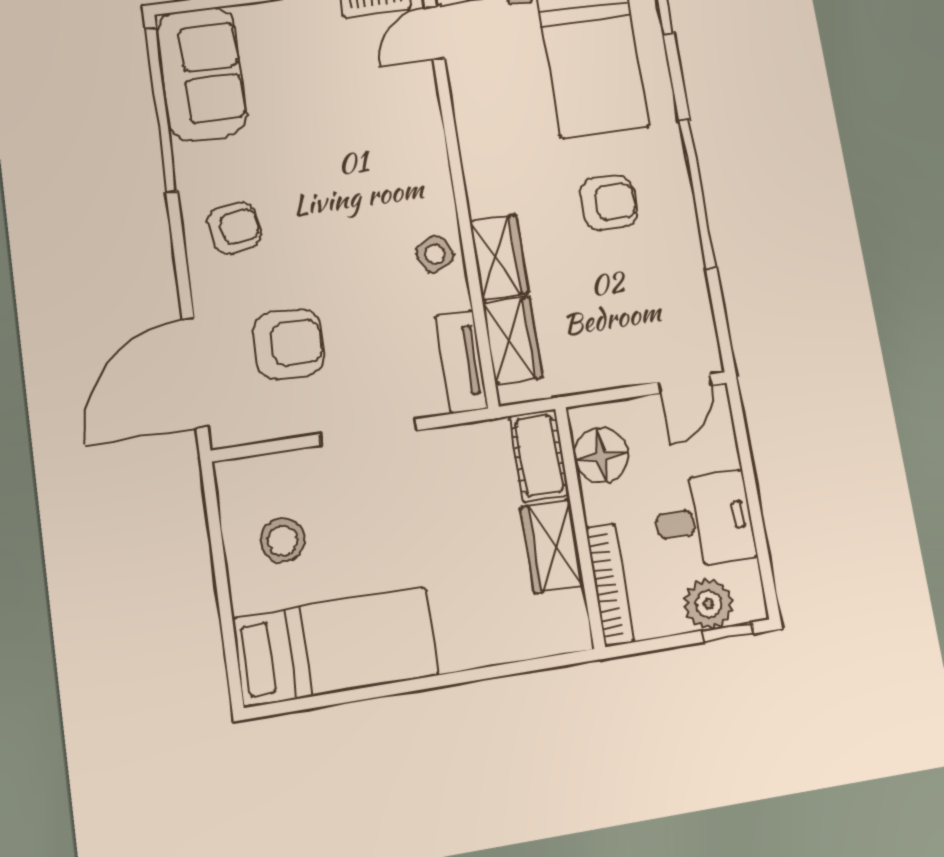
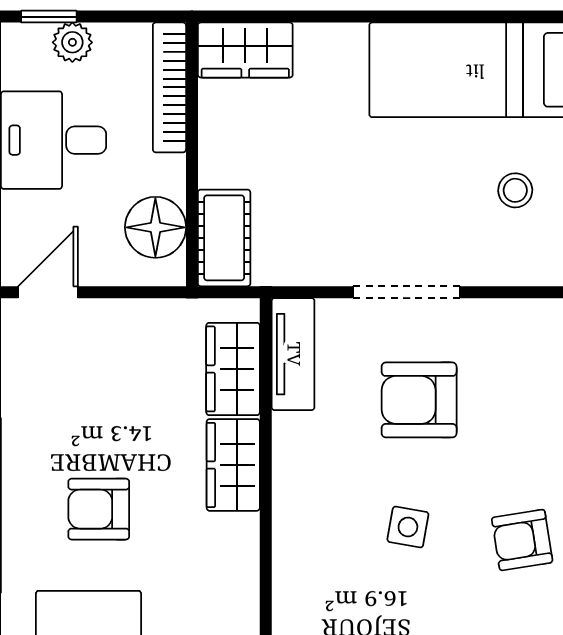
side table: (435, 254) -> (408, 527), moved, turned 38
armchair: (289, 344) -> (419, 400), moved
stool: (283, 540) -> (515, 190), width x0.73, depth x0.73
wardrobe: (552, 546) -> (245, 50), moved, turned 90
plant: (709, 604) -> (72, 42), width x0.73, depth x0.73

